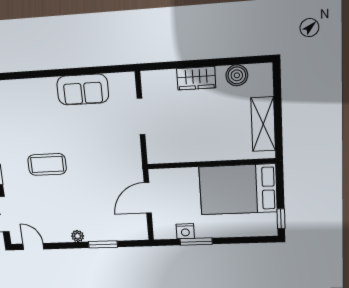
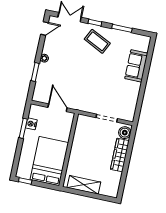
boiler: (237, 75) -> (125, 133), moved
wardrobe: (196, 78) -> (120, 155), width x1.50
sofa: (83, 90) -> (136, 66), moved
coffee table: (47, 164) -> (97, 41), moved, turned -64

